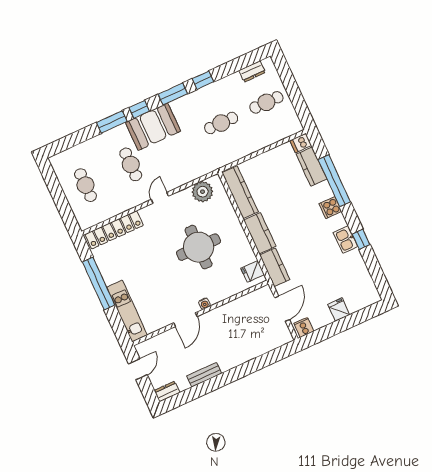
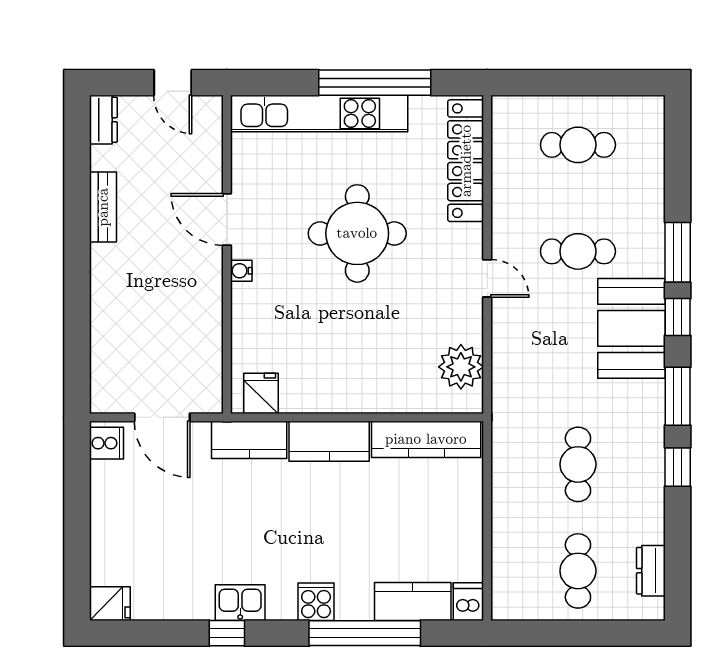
round table: (199, 247) -> (357, 233), moved
fridge: (339, 310) -> (110, 604), moved
kitchen unit: (127, 311) -> (319, 113), width x1.36

